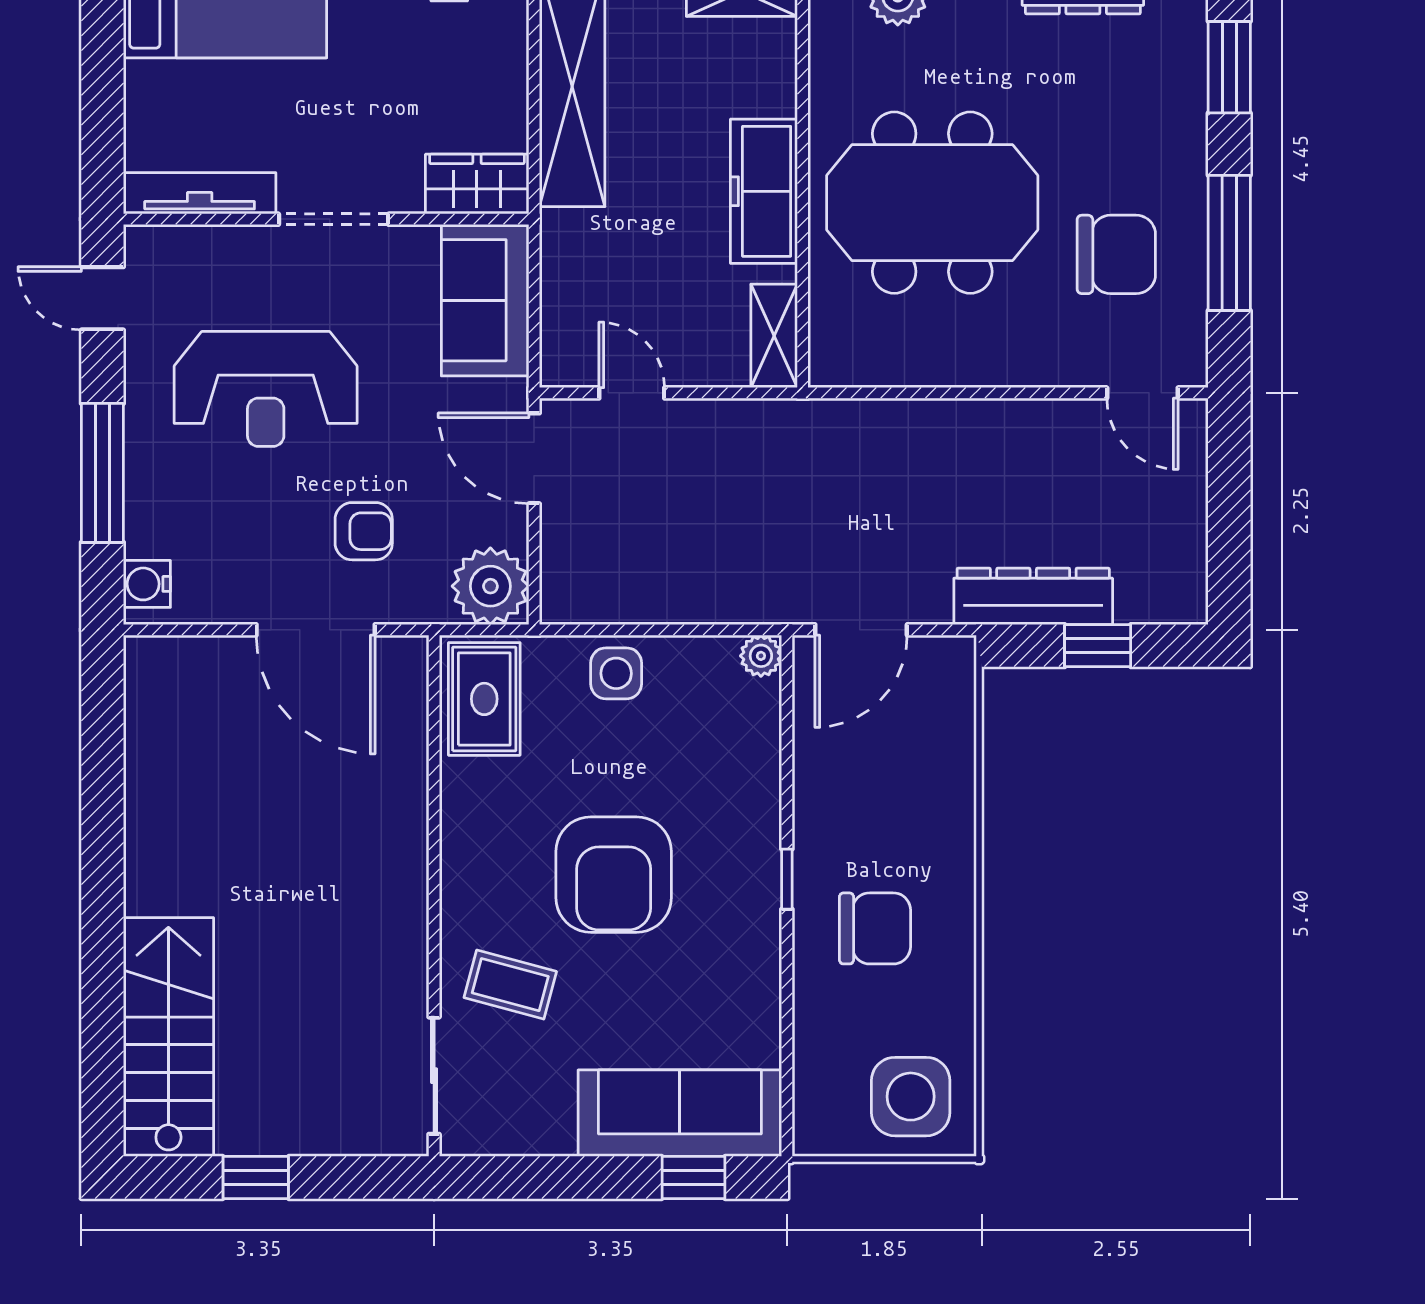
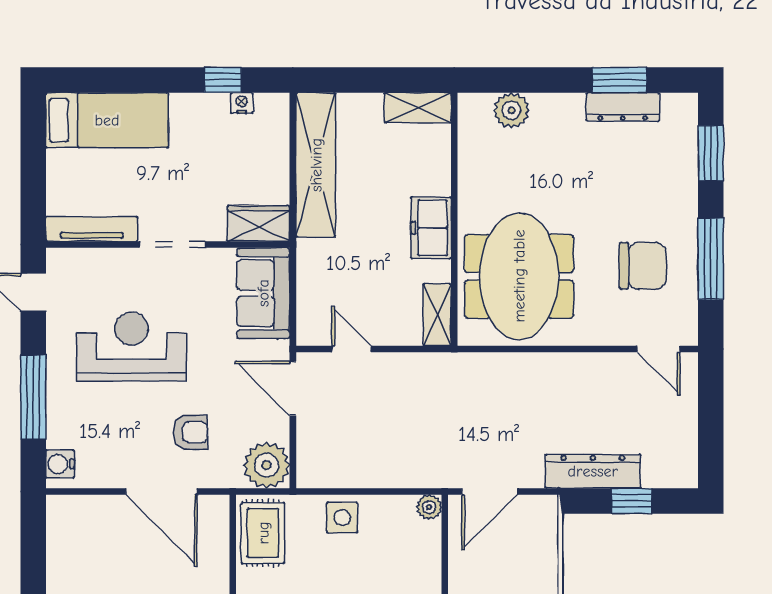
freezer: (764, 191) -> (431, 228), width x0.71
meeting table: (932, 203) -> (519, 276), moved, turned 90
reception desk: (266, 389) -> (131, 347), turned 180

